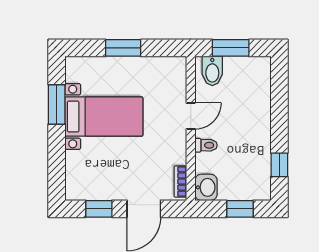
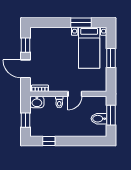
bidet: (212, 71) -> (99, 119), moved
door: (191, 116) -> (75, 94), hinge flipped
bed with nightstands: (104, 117) -> (89, 48), moved

